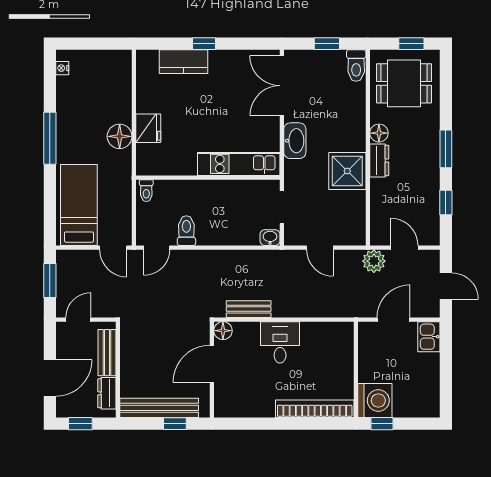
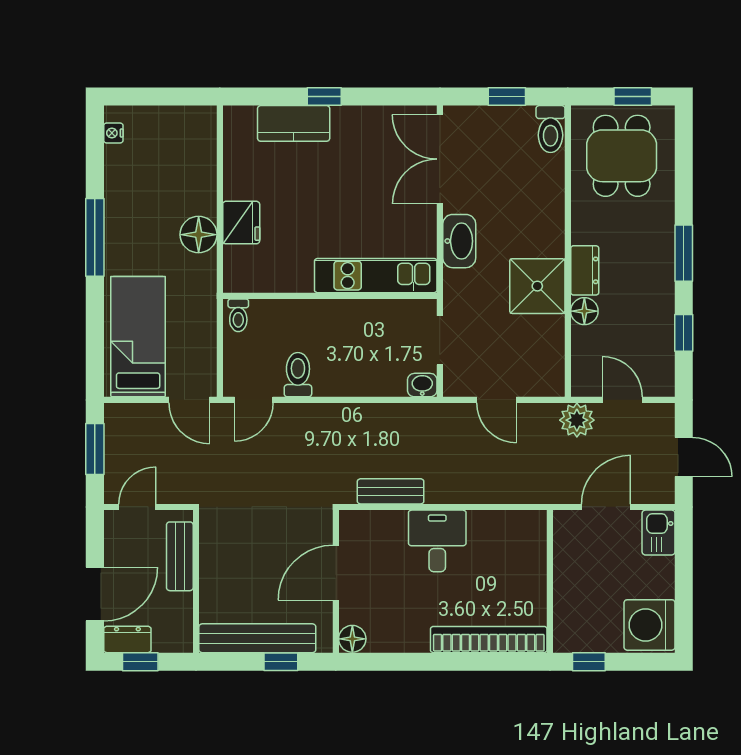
dining table: (404, 83) -> (622, 156), turned 90
floor lamp: (379, 133) -> (584, 311), moved
floor lamp: (223, 331) -> (352, 639), moved
dresser: (107, 393) -> (127, 639), moved, turned 90
washing machine: (375, 400) -> (650, 625), moved, turned 180

